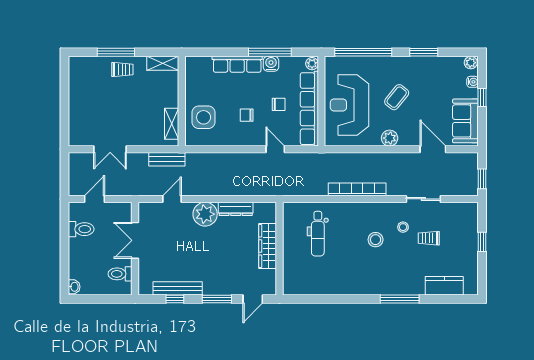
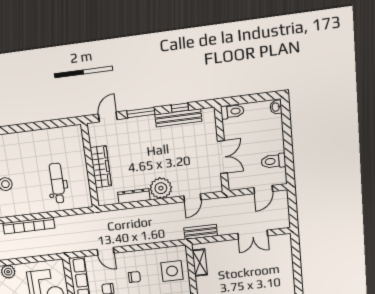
double door: (110, 149) -> (253, 235), swing flipped
toilet: (120, 274) -> (232, 111), moved

